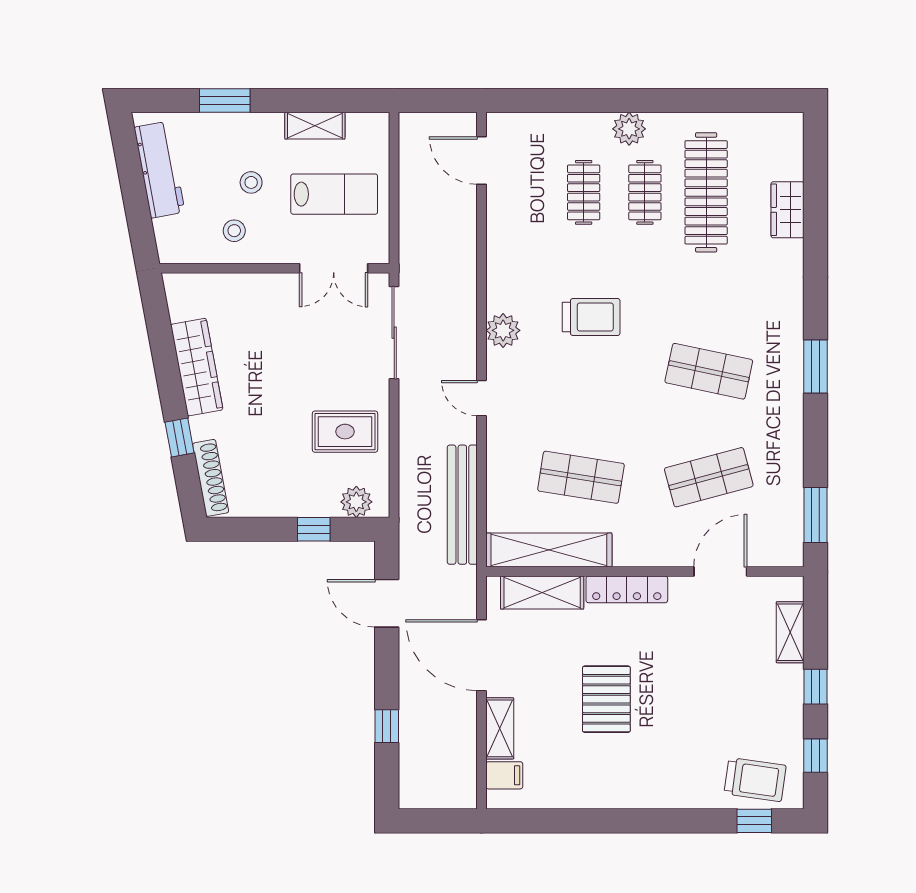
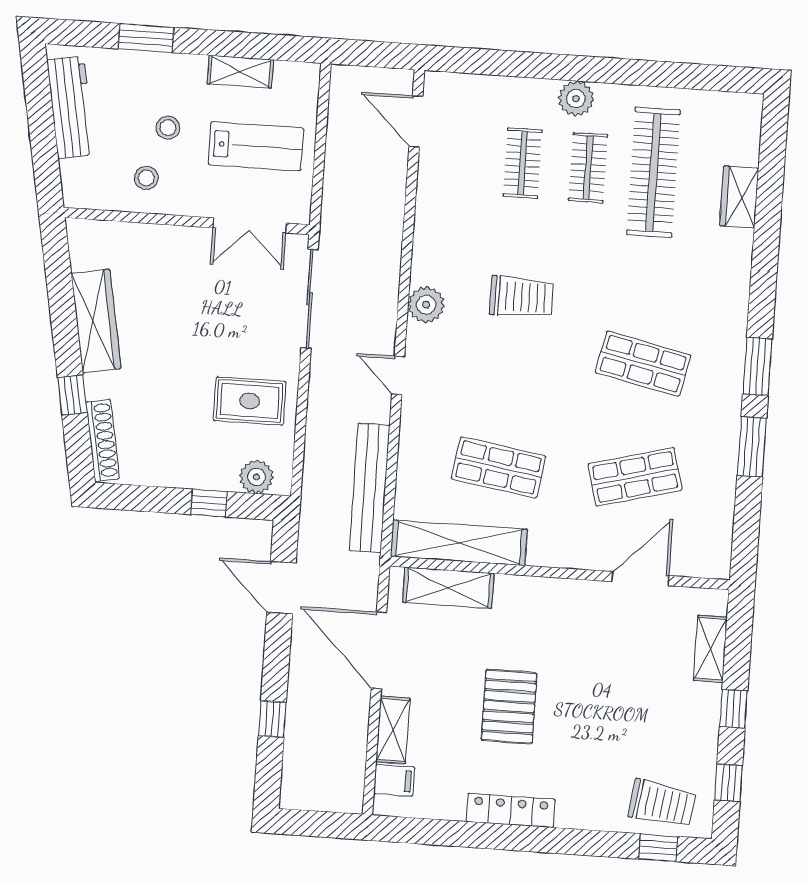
window: (815, 515) -> (752, 447), moved
locker: (627, 589) -> (511, 810), moved, turned 180

